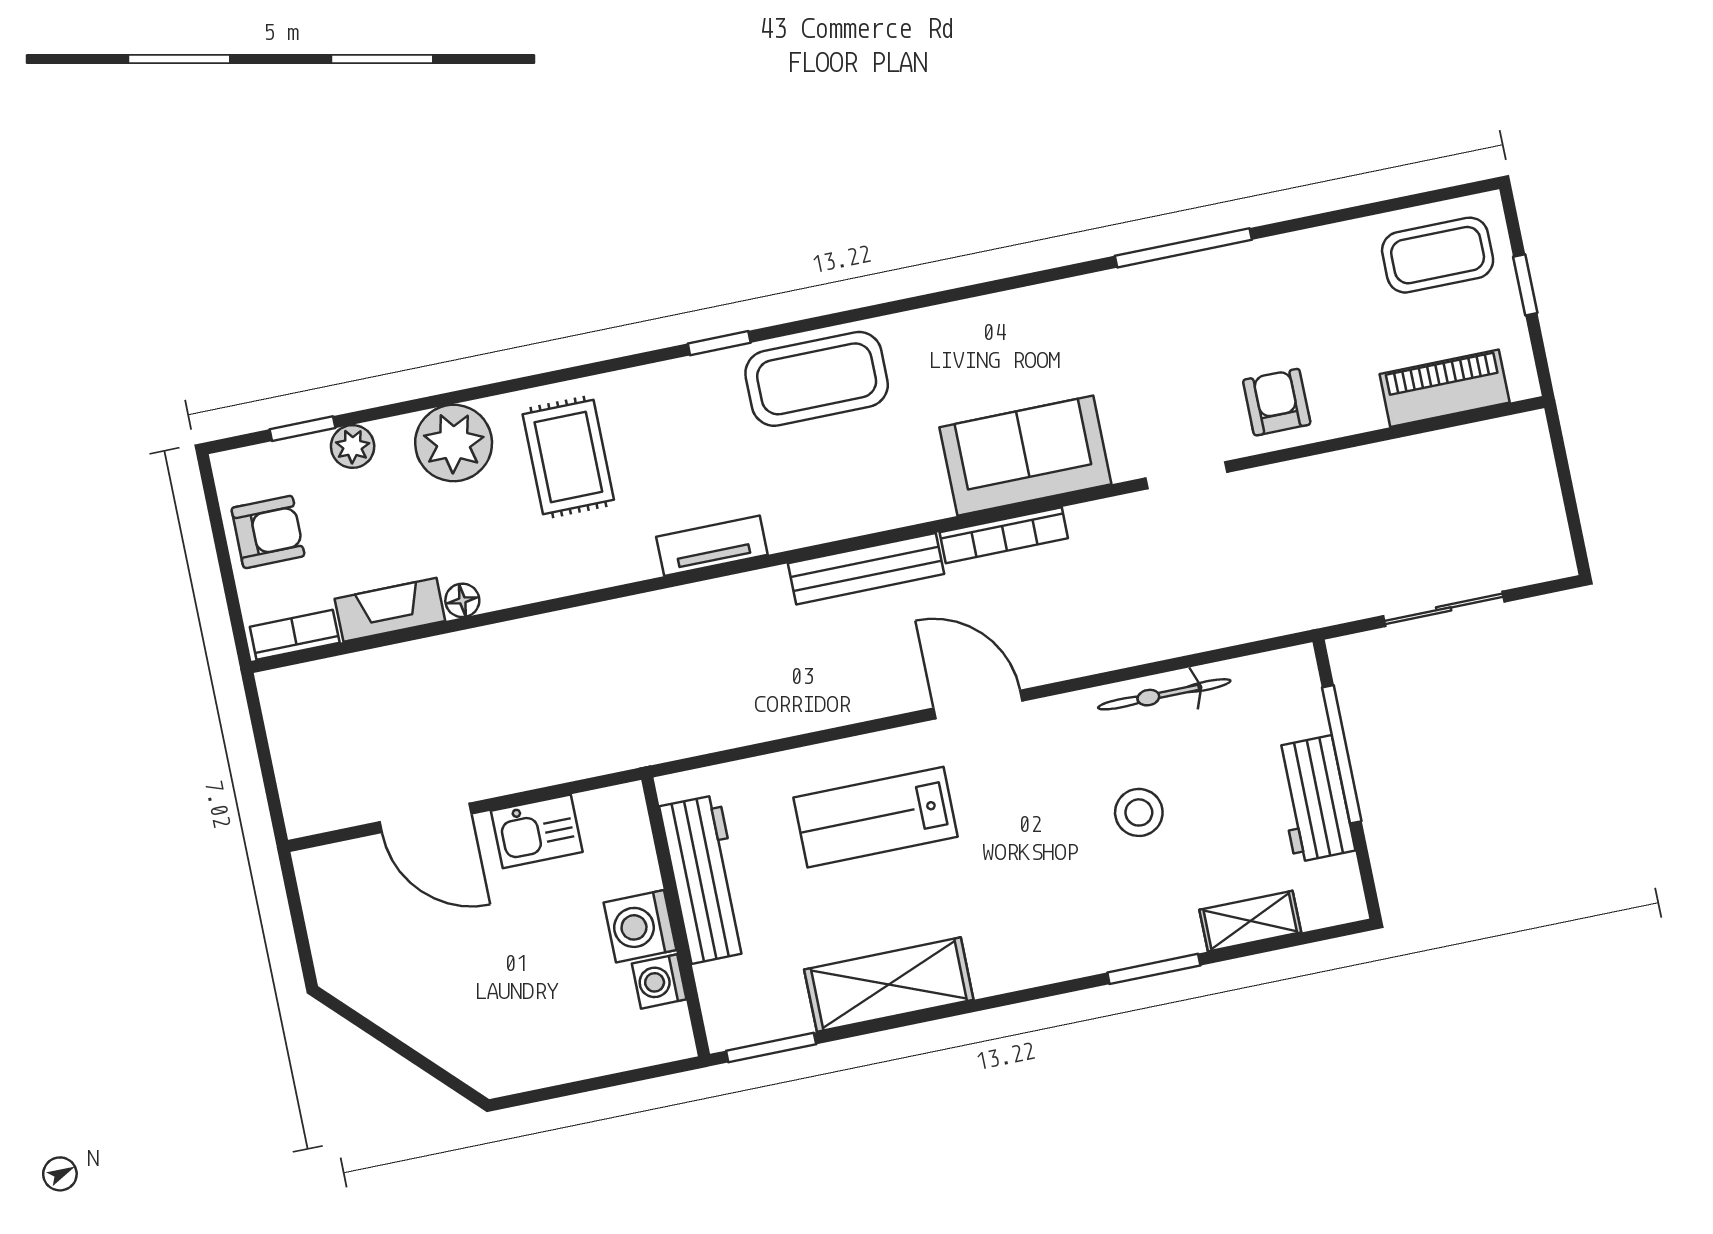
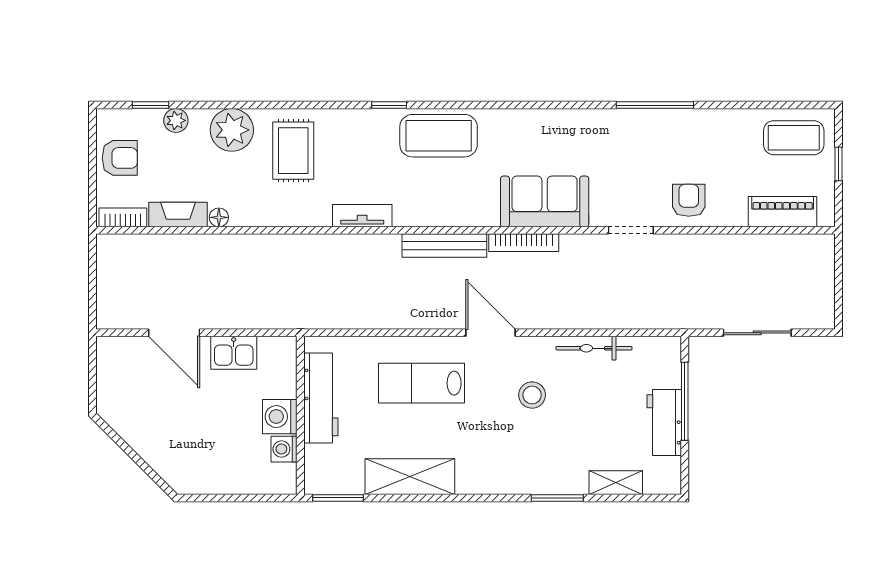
stool: (1139, 812) -> (532, 395), moved

